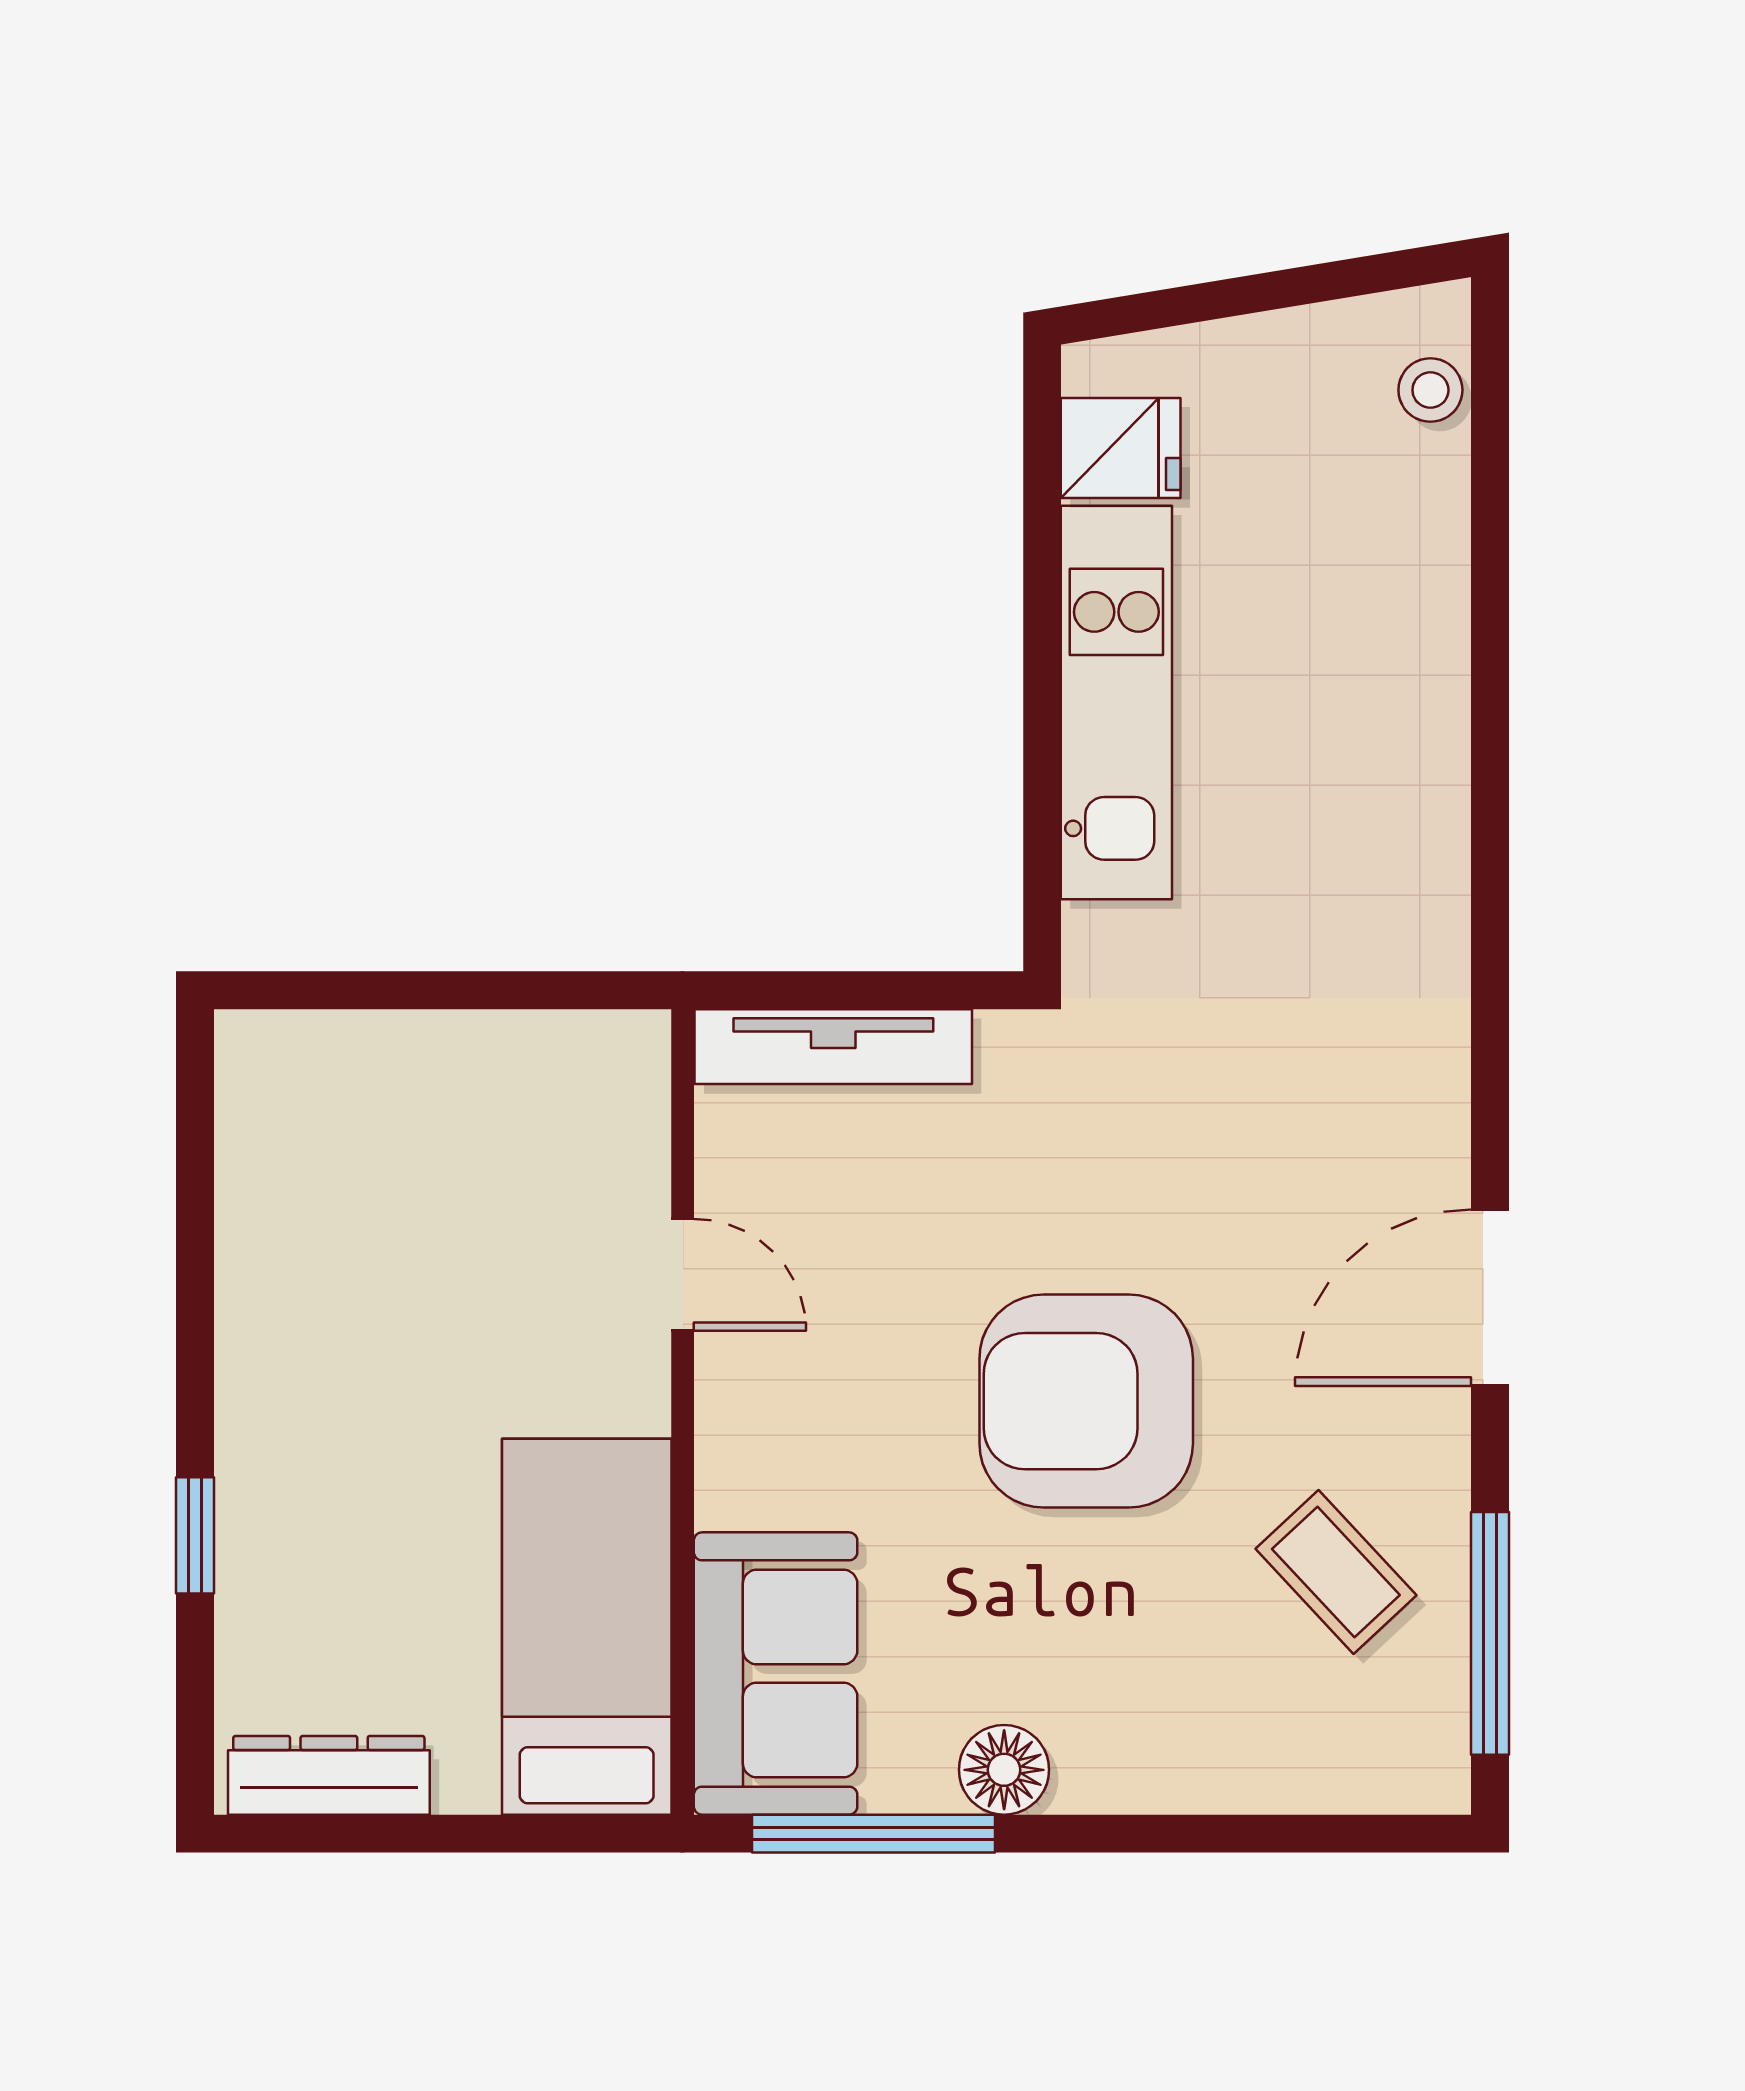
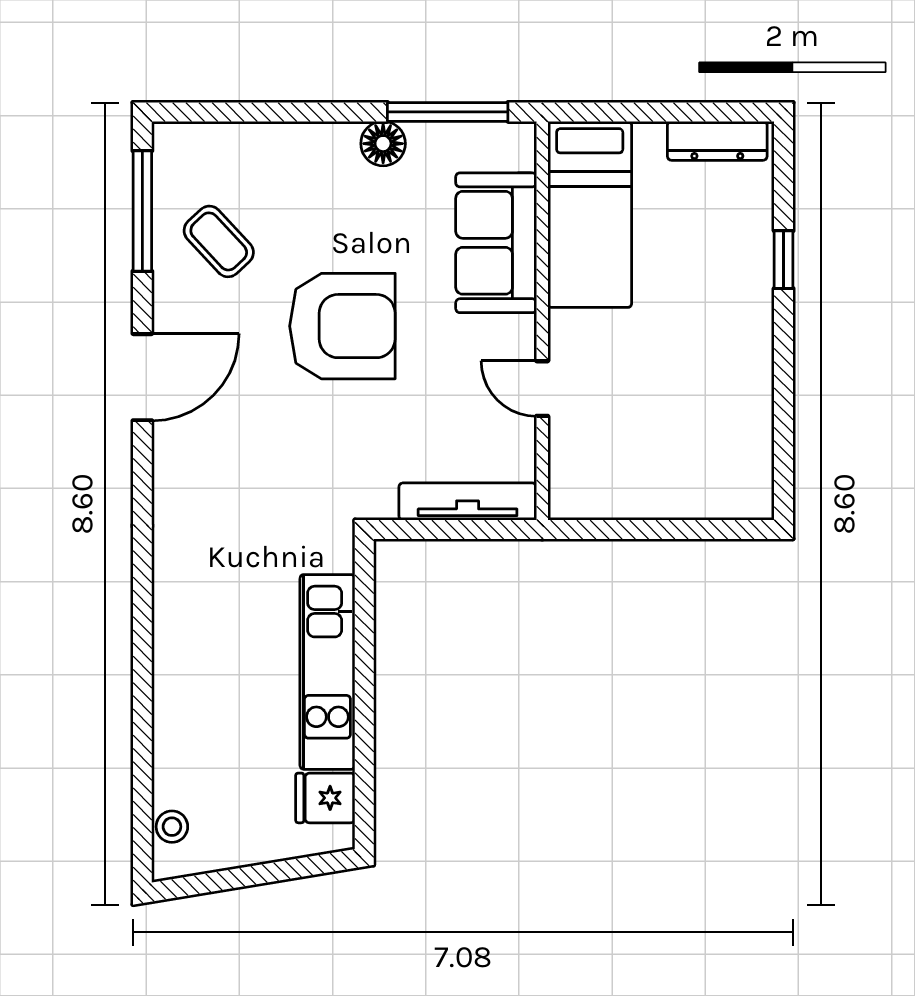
sofa: (776, 1674) -> (496, 243), moved

